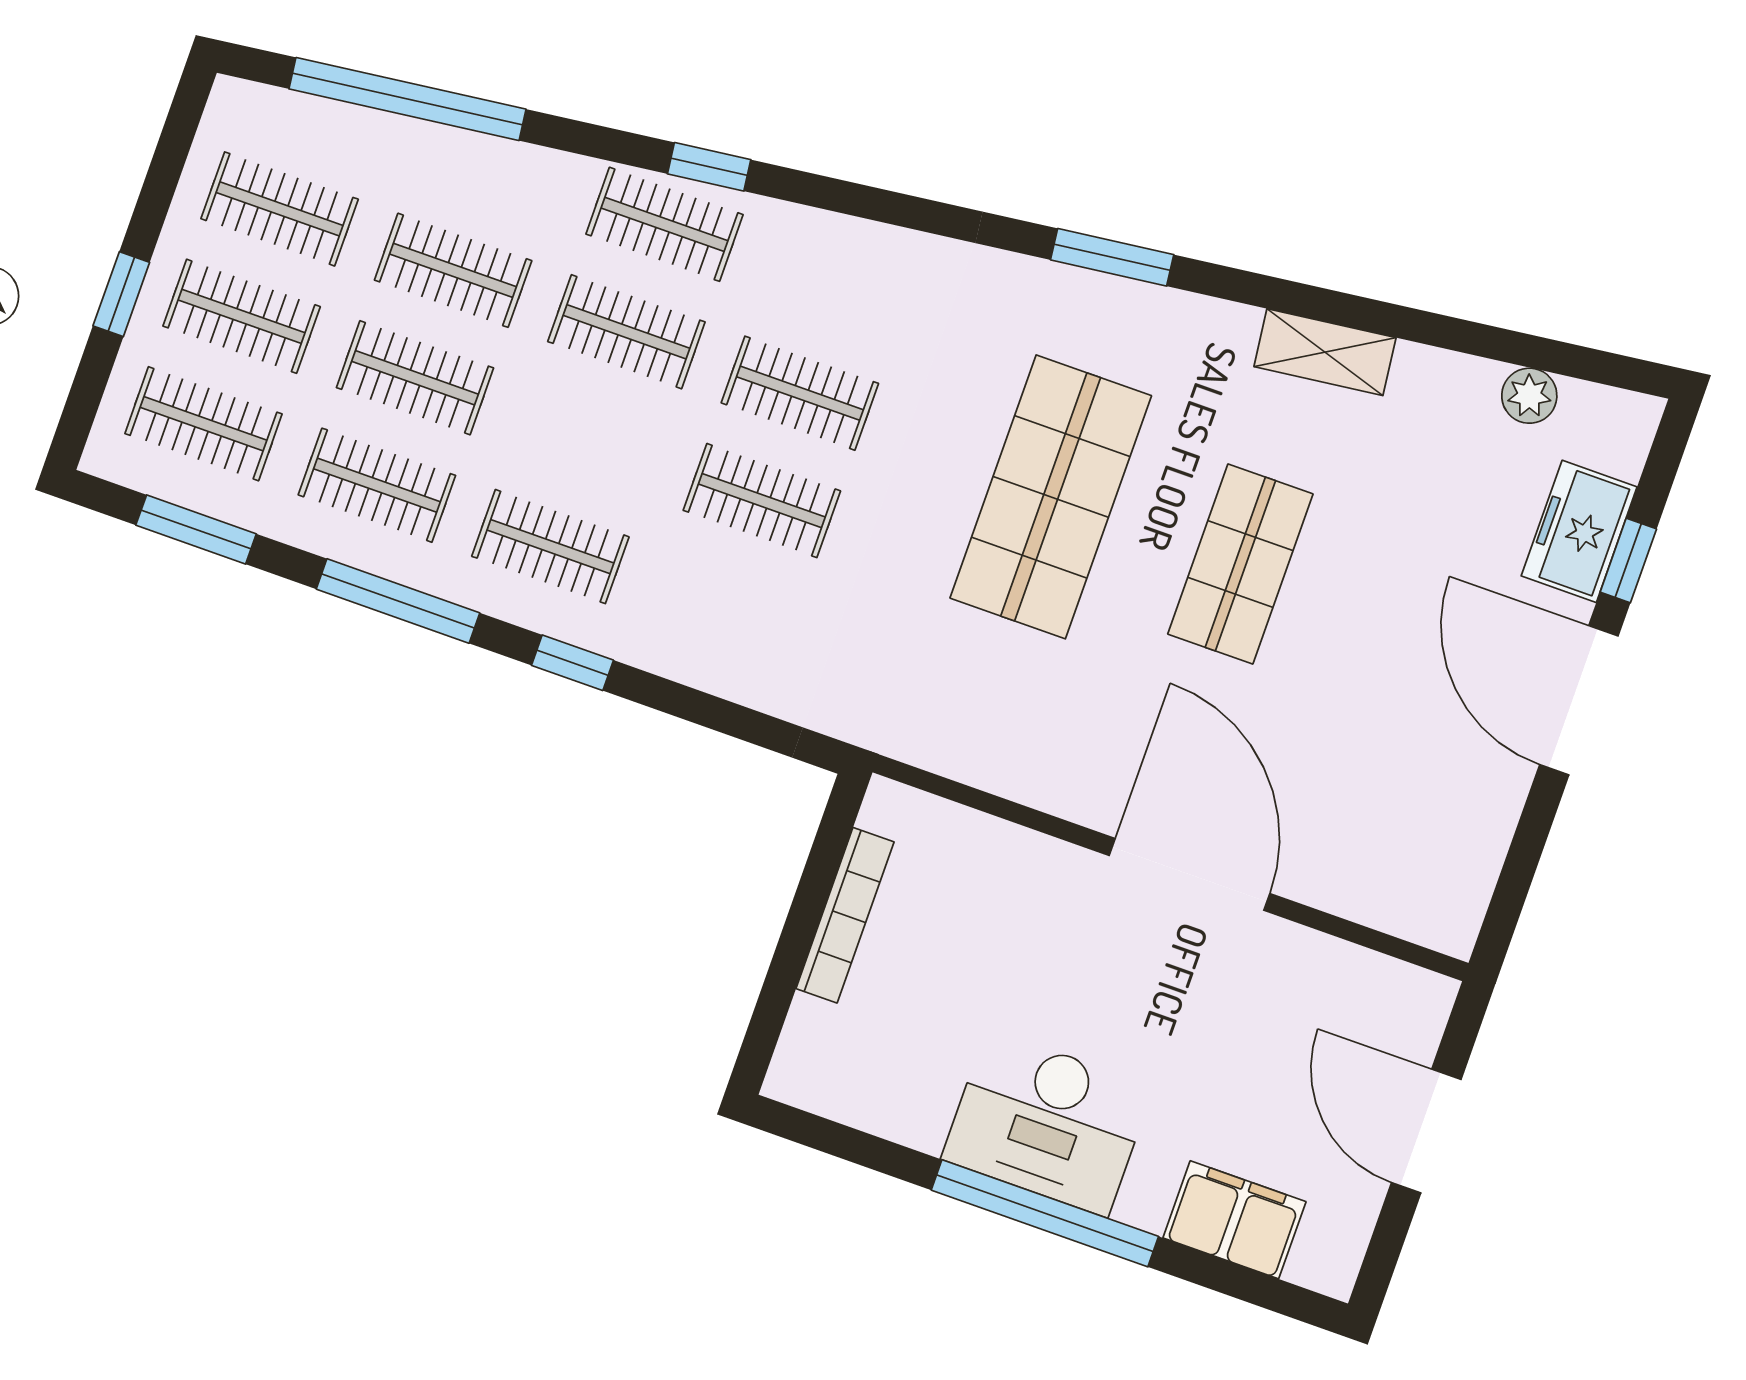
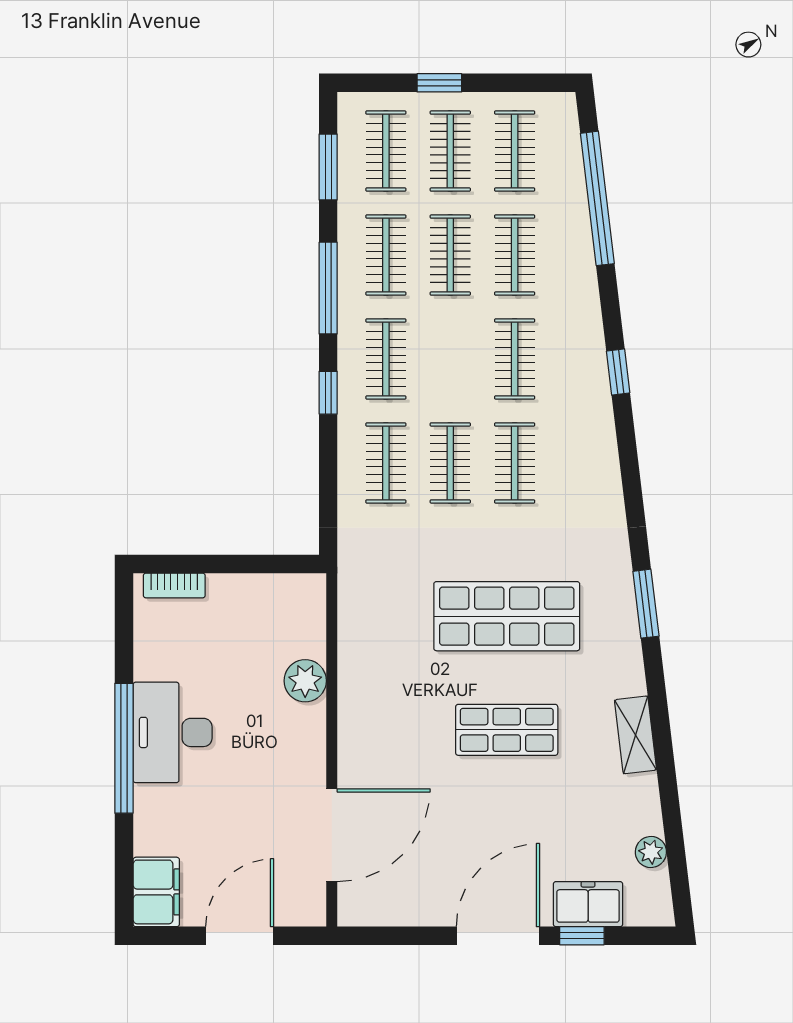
clothes rail: (664, 224) -> (386, 463), moved
plant: (1040, 871) -> (305, 681), added
door: (1190, 874) -> (332, 835), moved
bookcase: (845, 915) -> (174, 585), moved, width x0.64
filing cabinet: (1234, 1220) -> (156, 892), moved

